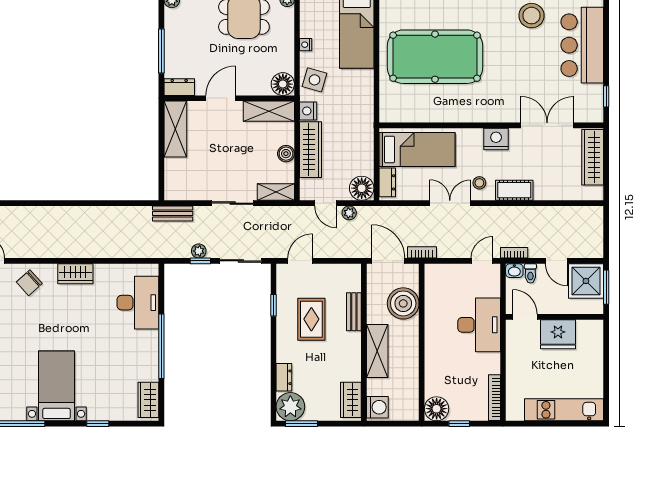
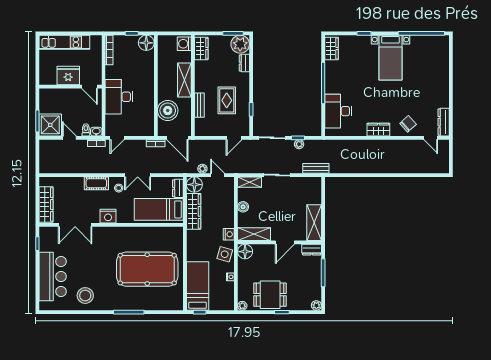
wardrobe: (311, 150) -> (194, 211), moved, turned 180
door: (525, 317) -> (89, 87), moved
wall: (555, 317) -> (70, 87), moved
fridge: (558, 334) -> (68, 76), moved

